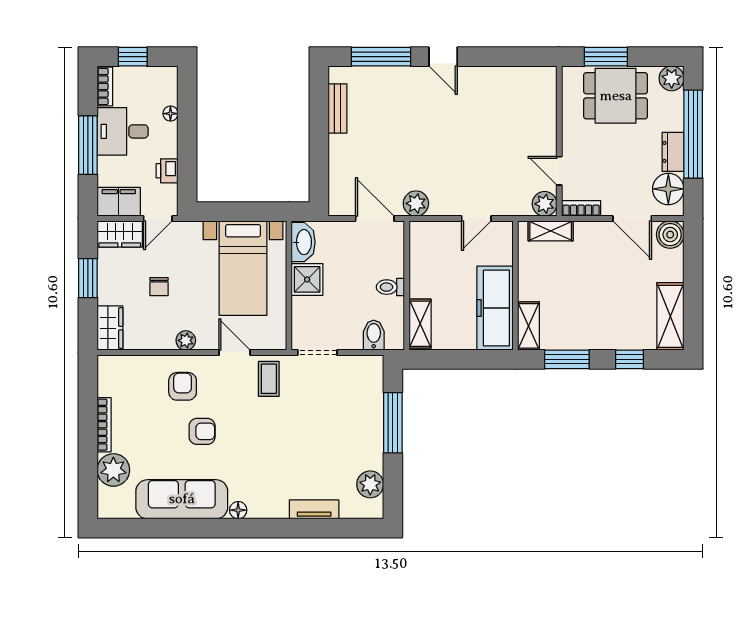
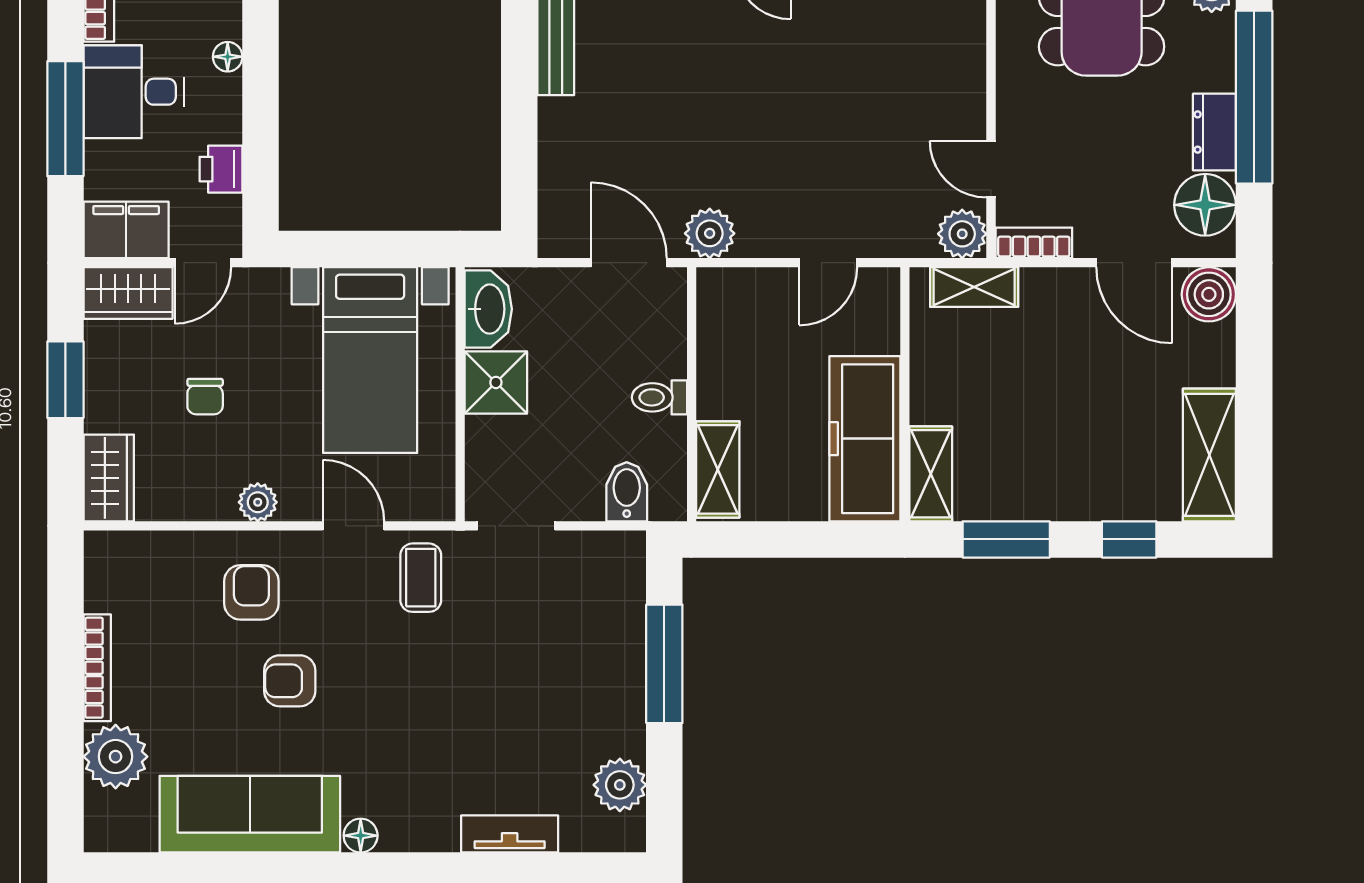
armchair: (202, 431) -> (290, 681), turned 180

